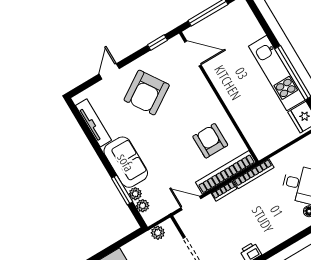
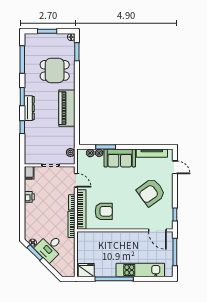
door: (193, 53) -> (157, 230), hinge flipped
door: (109, 71) -> (175, 167), moved
kitchen unit: (277, 73) -> (140, 270), moved
armchair: (147, 93) -> (151, 192), turned -93
door: (191, 203) -> (76, 180), hinge flipped

